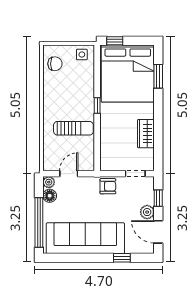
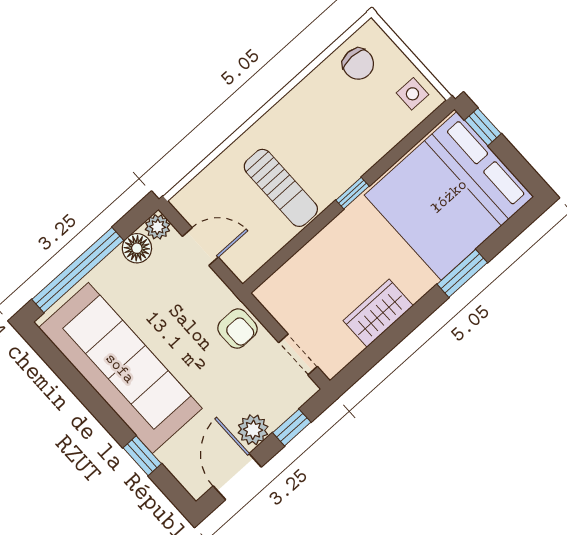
window: (158, 76) -> (462, 273), moved

